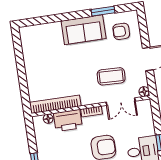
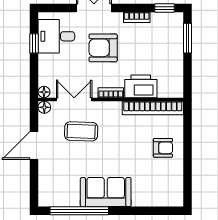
window: (103, 11) -> (79, 211), width x2.11
armchair: (121, 31) -> (163, 148), moved
floor lamp: (48, 119) -> (44, 92), moved

